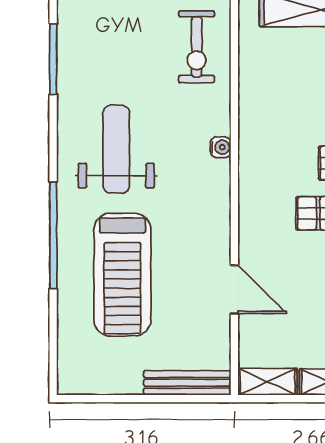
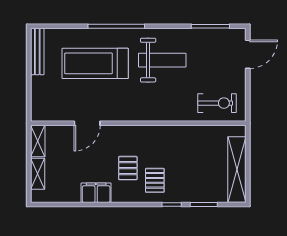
exercise bike: (197, 47) -> (217, 103), turned 180
water cooler: (221, 147) -> (163, 116), removed
bench: (187, 383) -> (37, 52), moved

